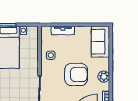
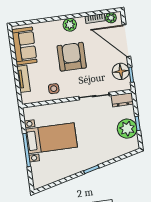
sofa: (100, 42) -> (24, 46), moved, turned -90

